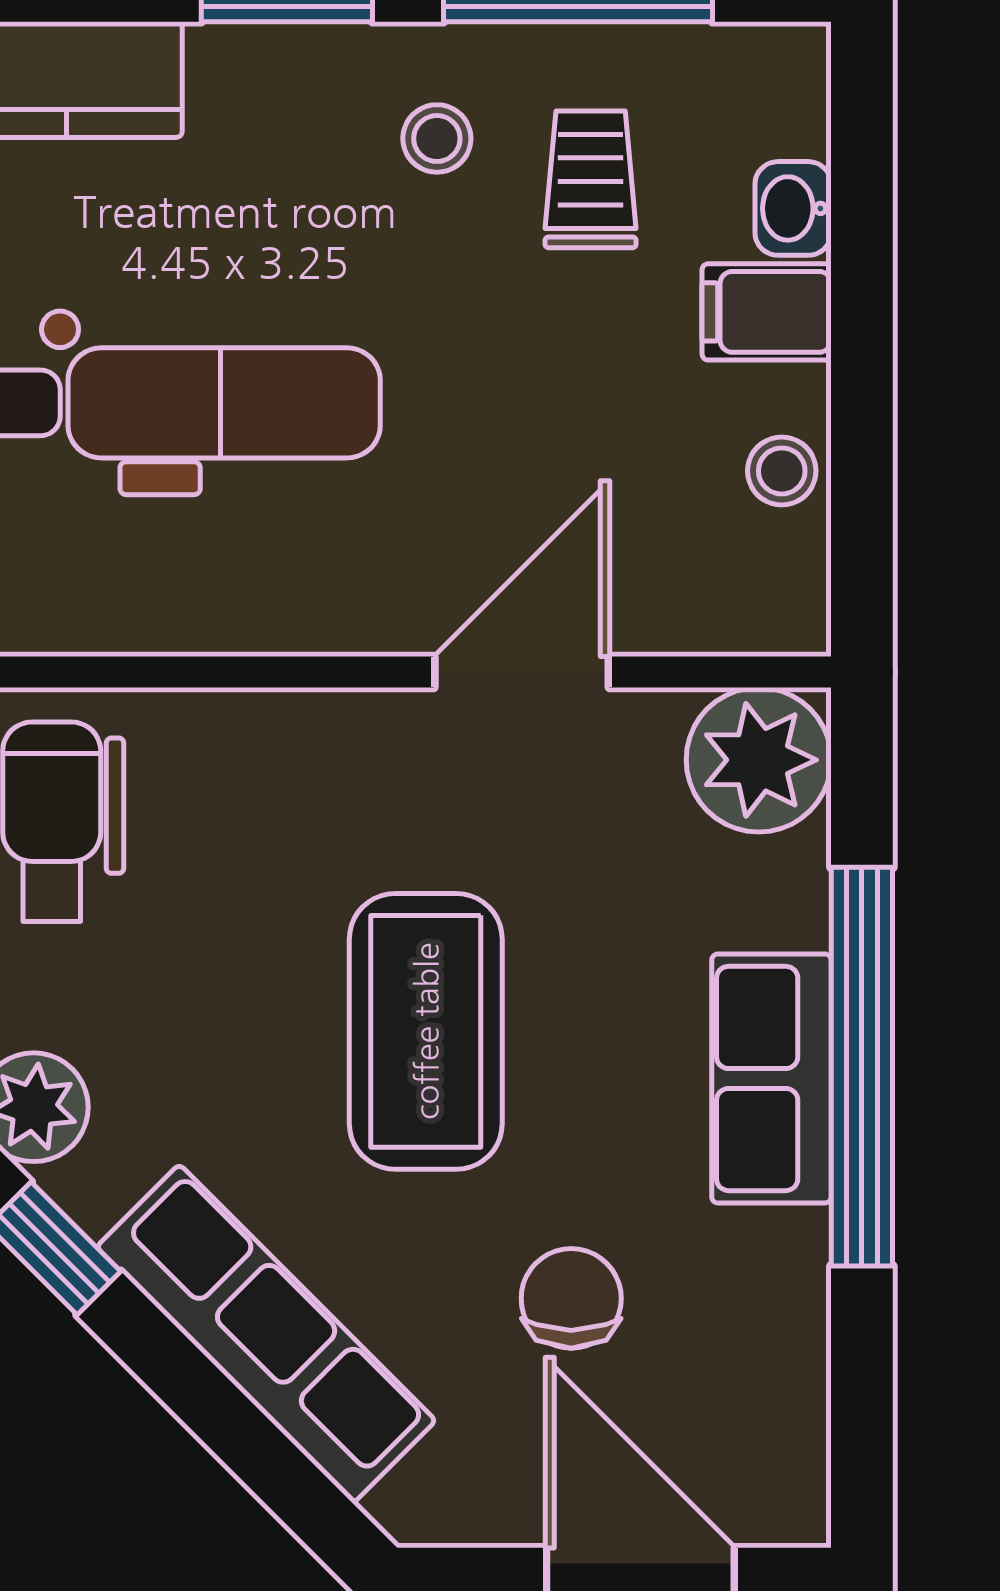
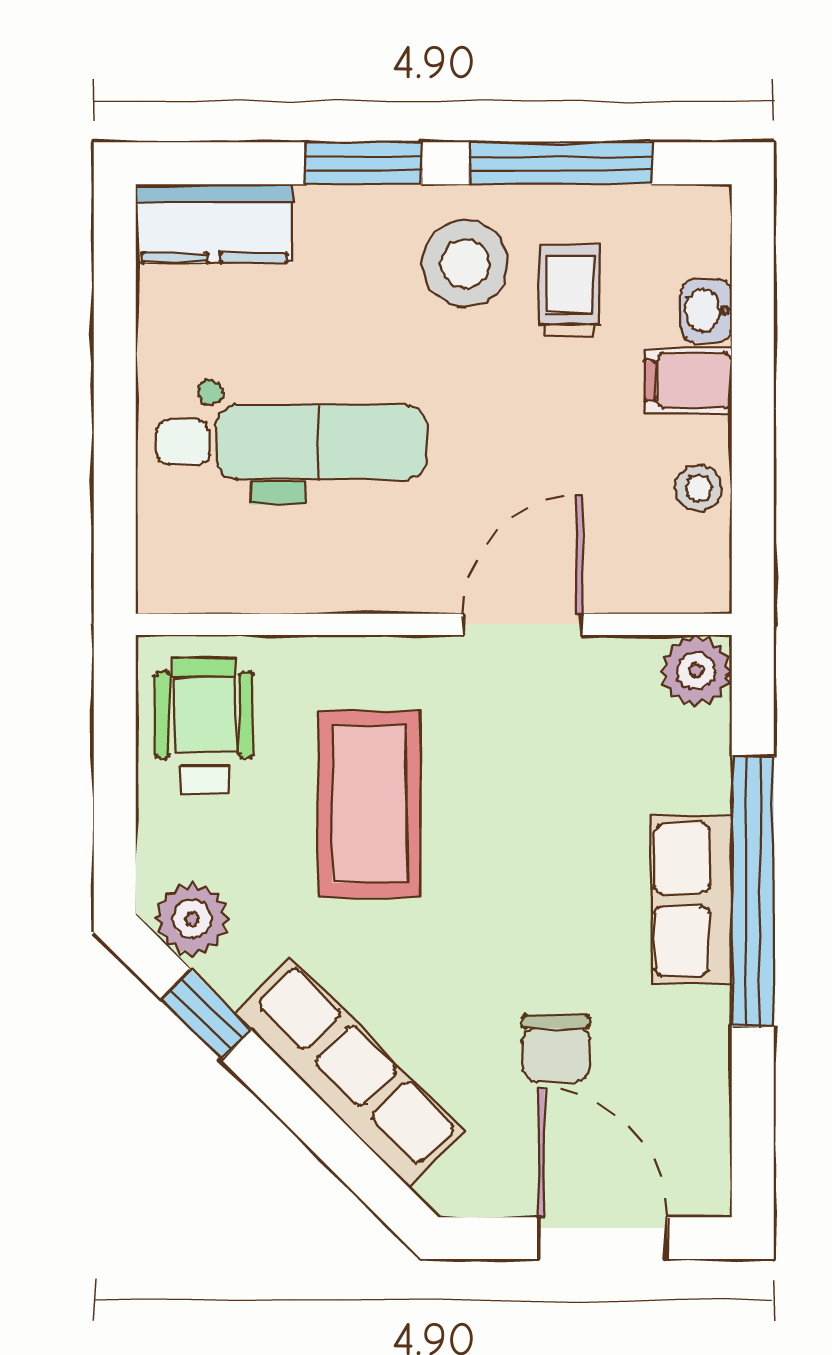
stool: (437, 138) -> (465, 263), width x1.89, depth x1.89
plant: (759, 760) -> (696, 671), width x0.73, depth x0.73
coffee table: (426, 1031) -> (369, 804), moved
chair: (571, 1298) -> (556, 1048), turned 180

